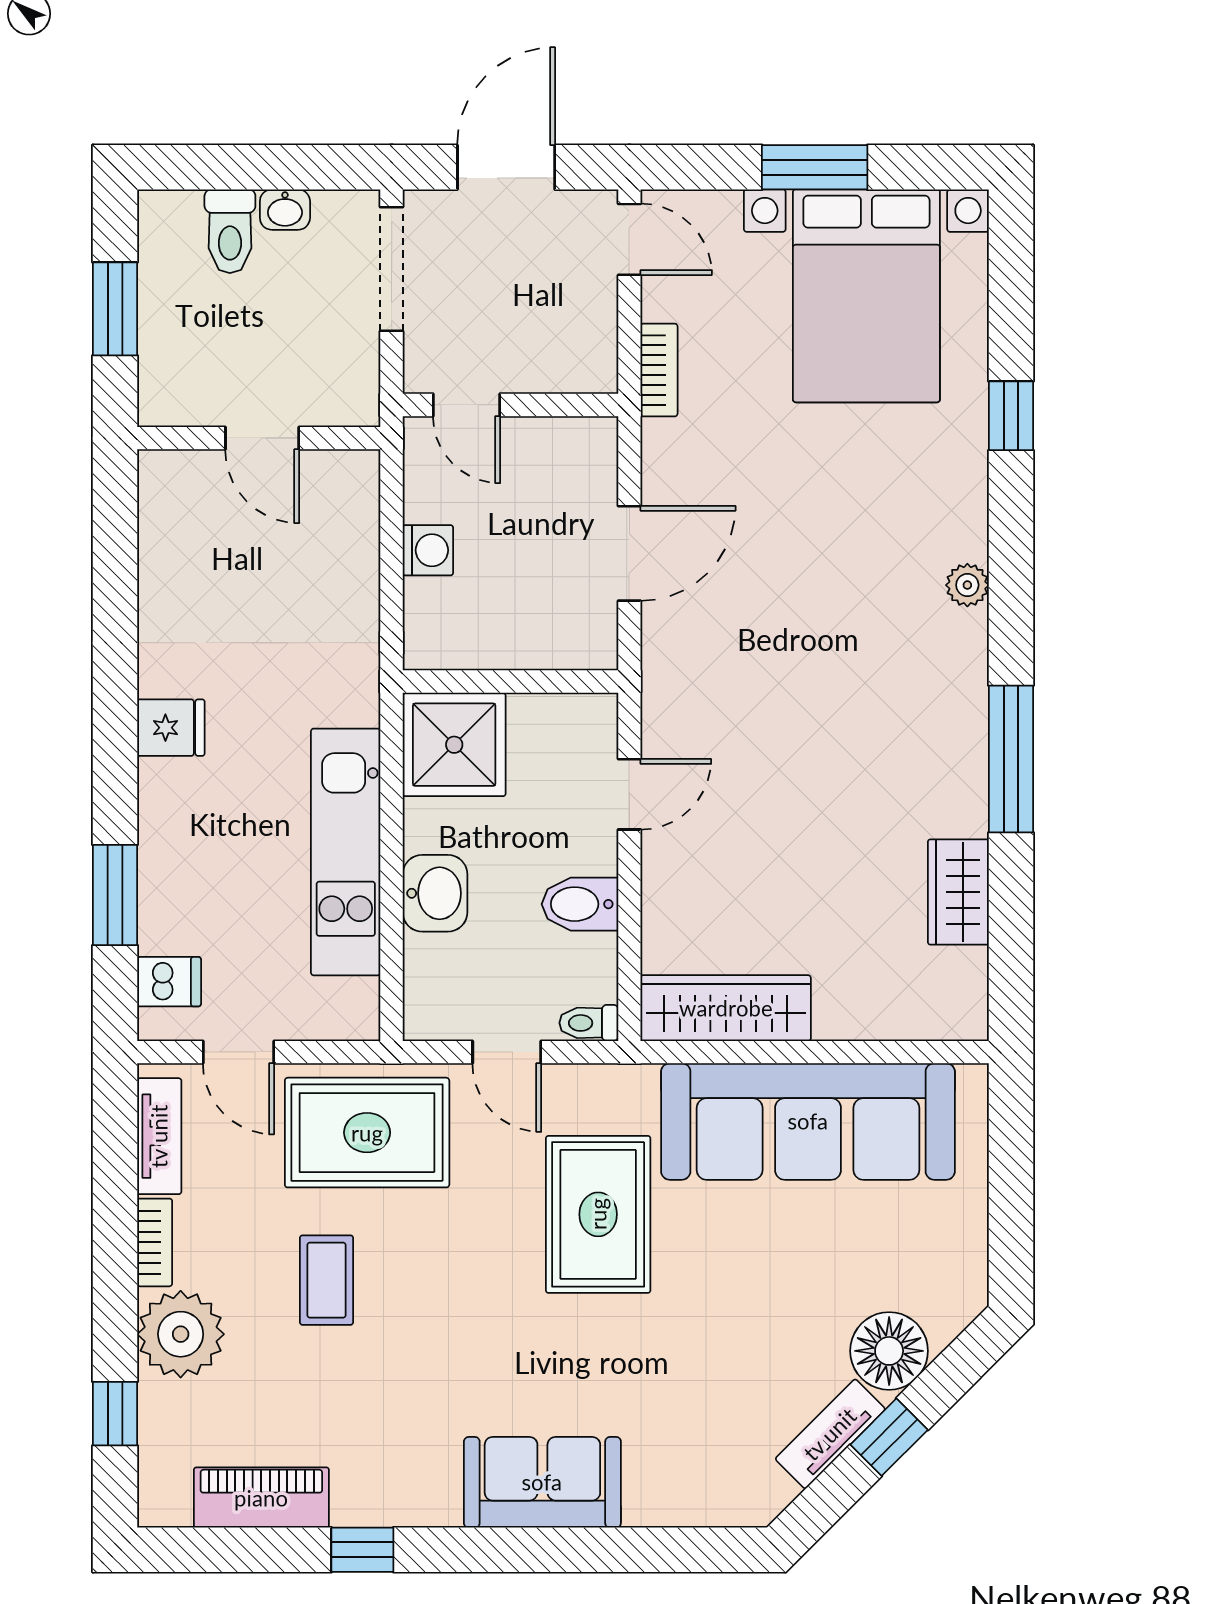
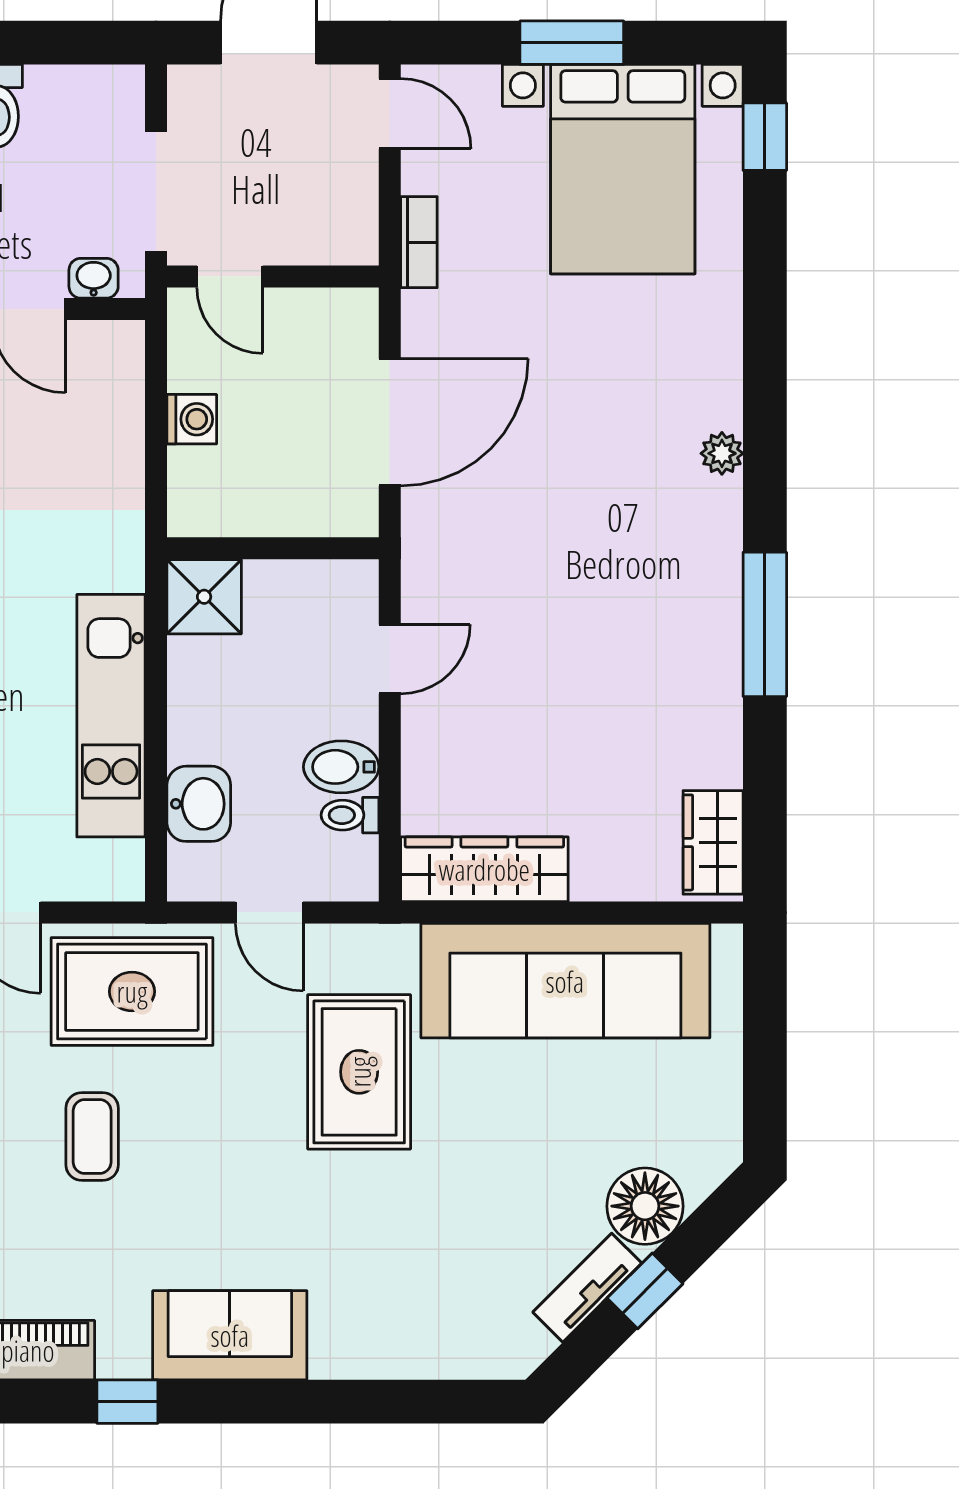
washbasin: (285, 210) -> (94, 278), moved, turned 180
doorway: (392, 269) -> (156, 192), moved
window: (1011, 416) -> (765, 137), moved
door: (629, 553) -> (390, 422), width x1.36
shower: (454, 745) -> (204, 597), width x0.73, depth x0.73
wardrobe: (958, 892) -> (713, 842), moved
washbasin: (435, 893) -> (199, 804), moved
toilet: (589, 1023) -> (350, 815), moved
sofa: (542, 1482) -> (230, 1335), moved

